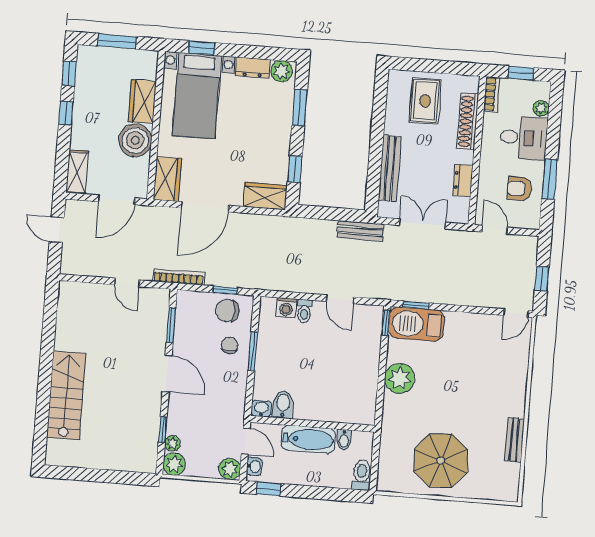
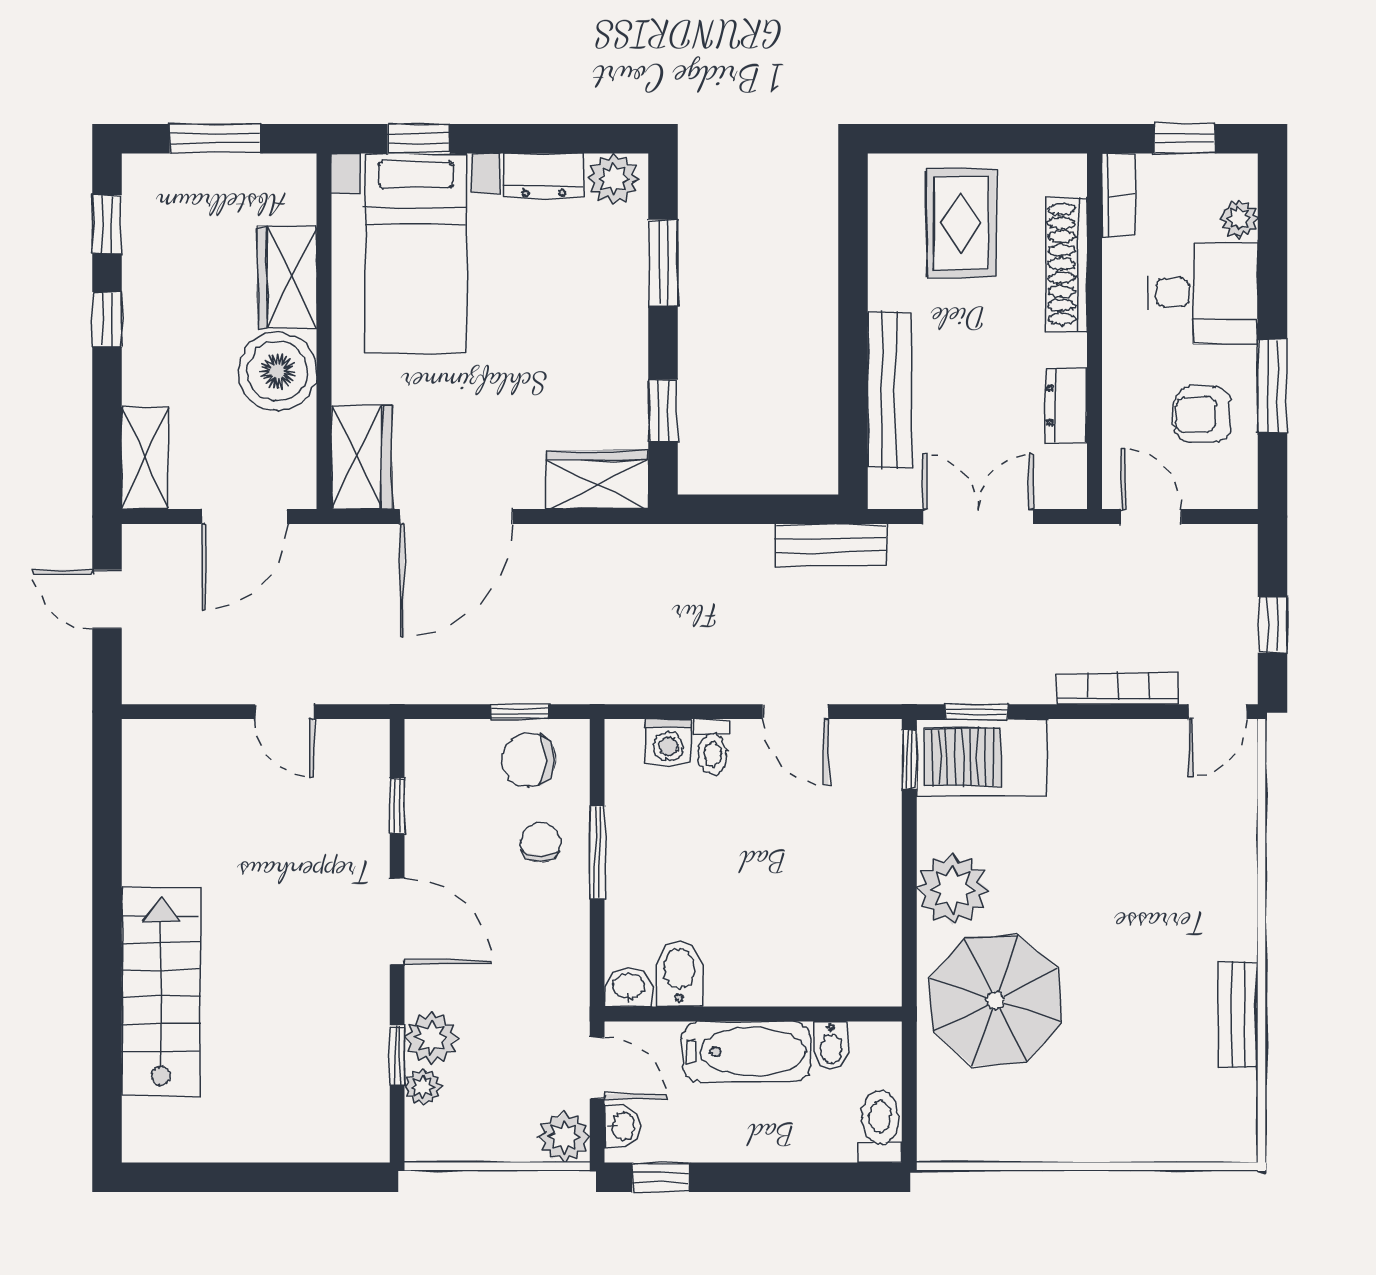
bookcase: (179, 277) -> (1118, 689), moved
window: (171, 325) -> (397, 806), width x0.67
parasol: (441, 460) -> (995, 1000), moved
plant: (174, 464) -> (431, 1038), moved

